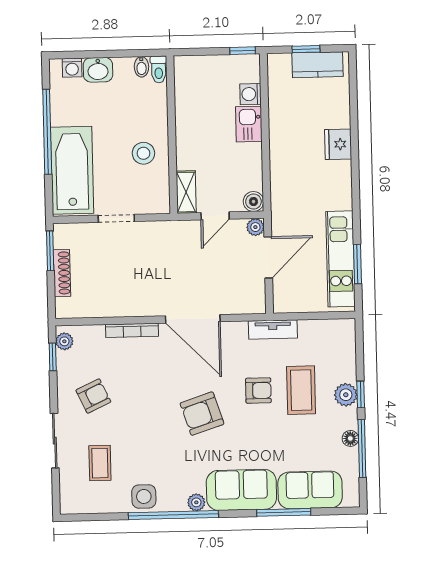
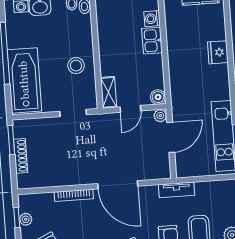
doorway: (116, 218) -> (73, 113), moved
plant: (64, 341) -> (26, 219), moved

